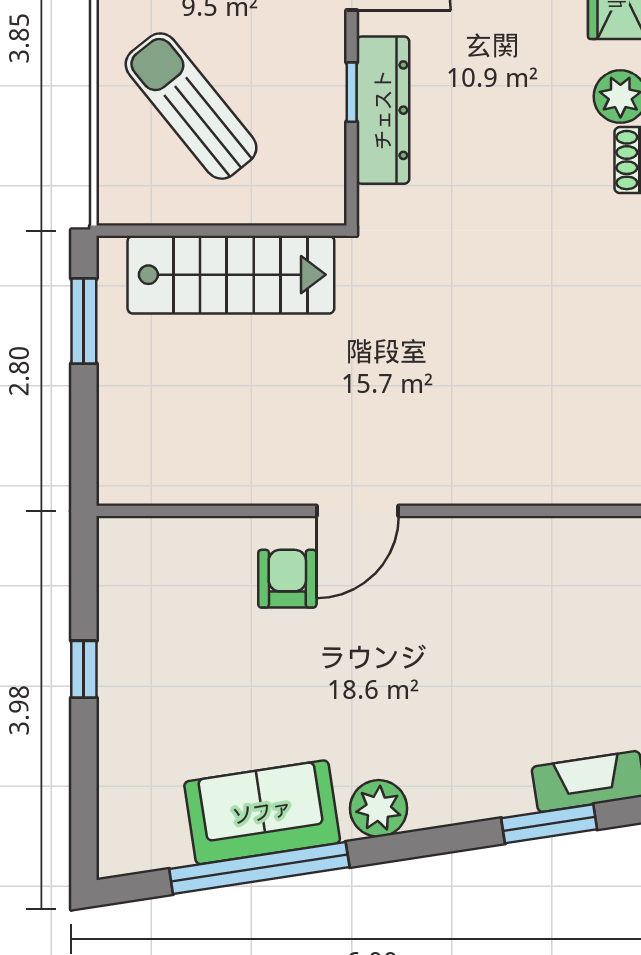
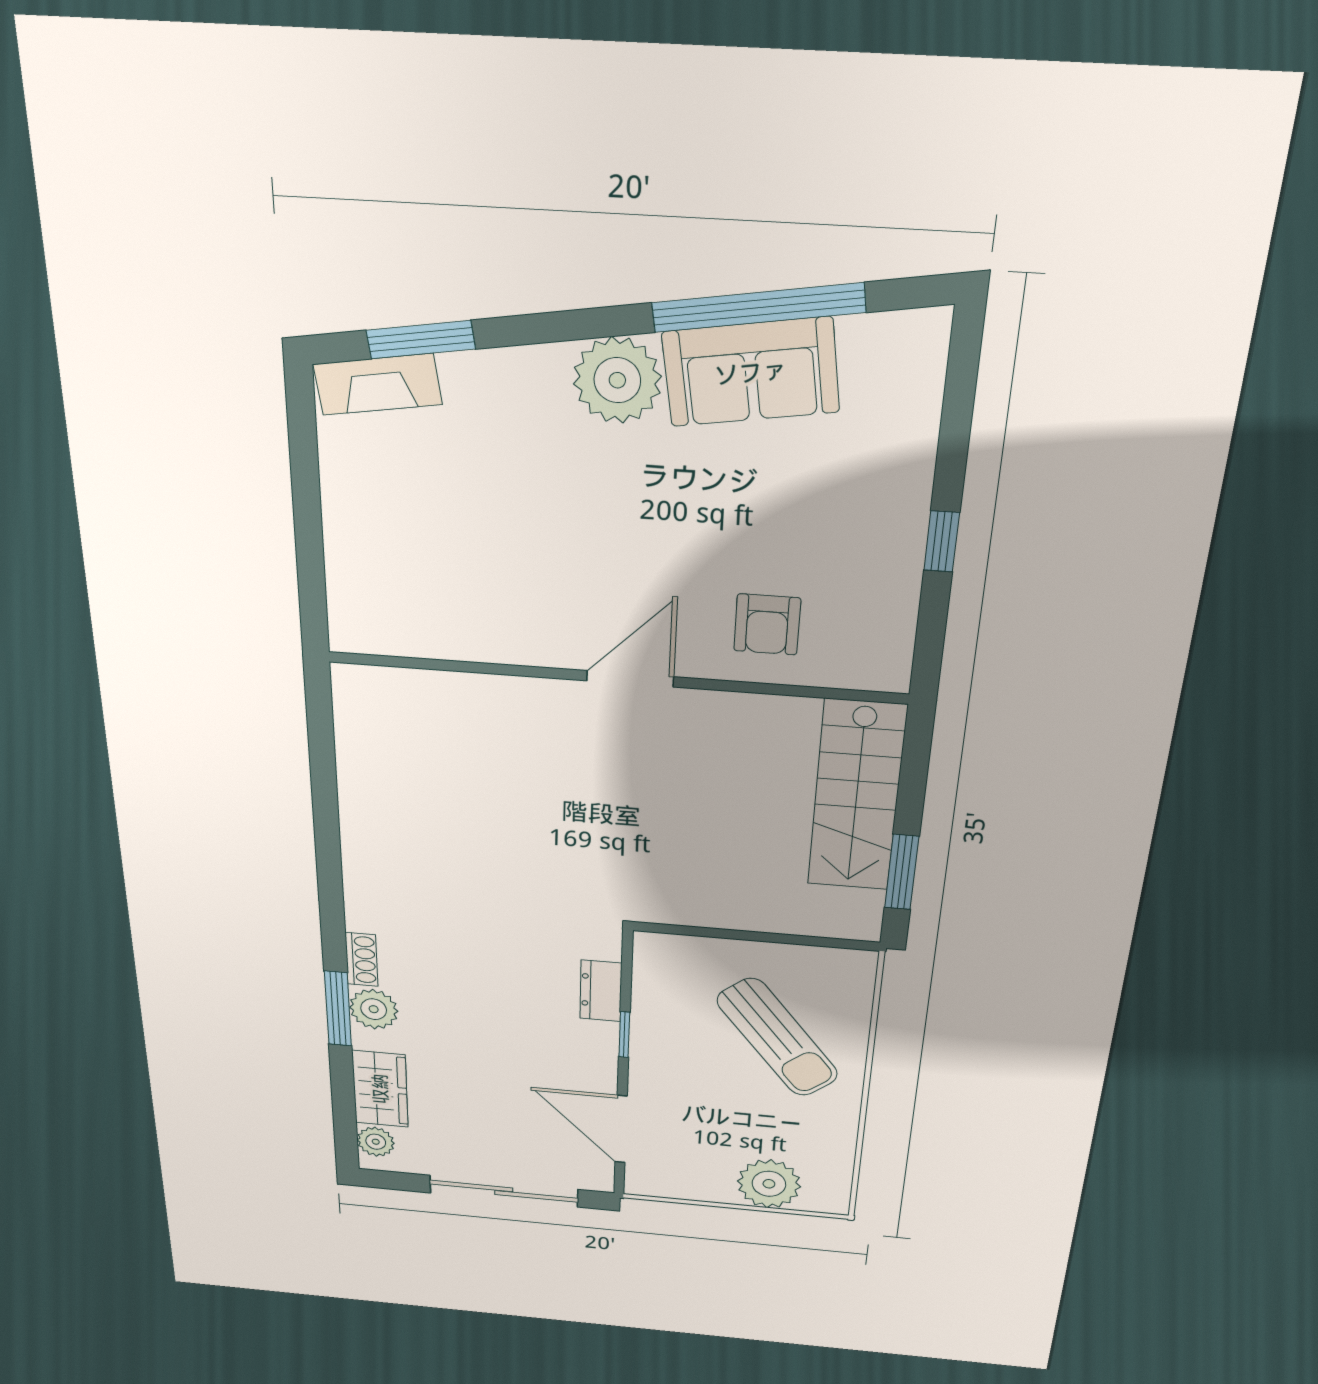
dresser: (383, 110) -> (601, 991), width x0.51, depth x0.80
stairs: (231, 275) -> (857, 796), moved, turned -90
armchair: (287, 579) -> (767, 624), moved
plant: (379, 808) -> (617, 380), width x1.36, depth x1.36

